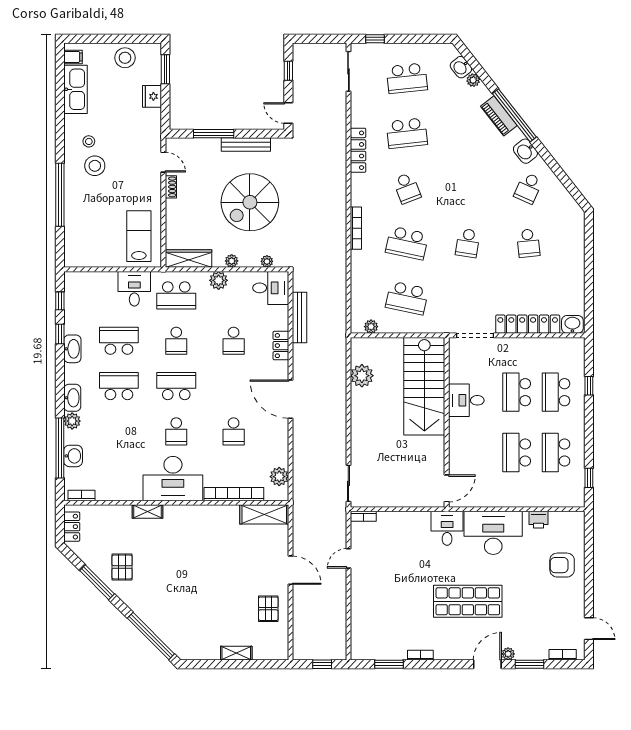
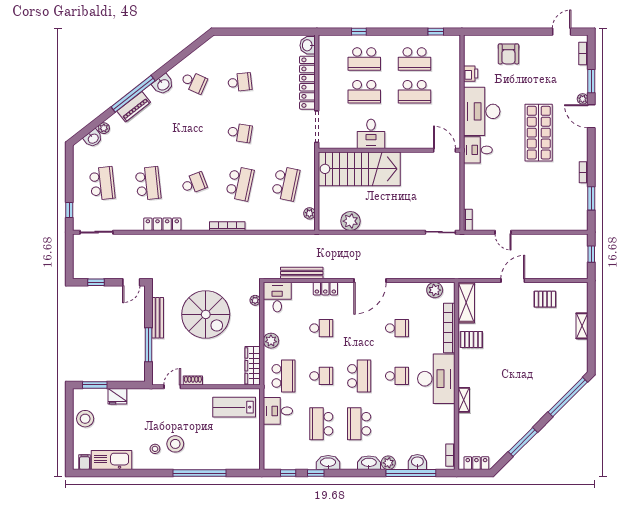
plant: (232, 261) -> (255, 330), removed
school desk: (176, 386) -> (359, 376), turned 180
pallet: (122, 567) -> (471, 340), moved

